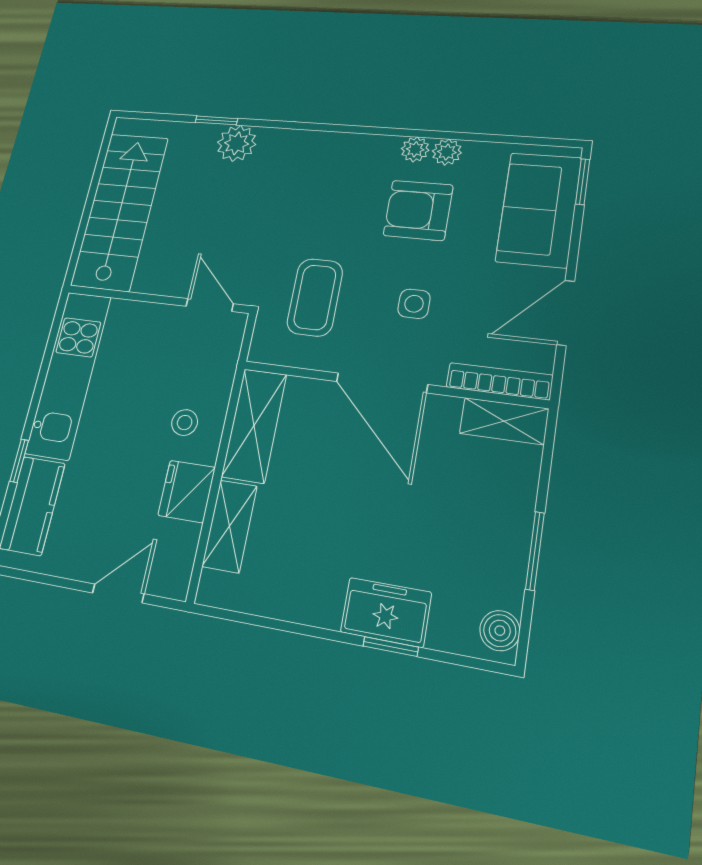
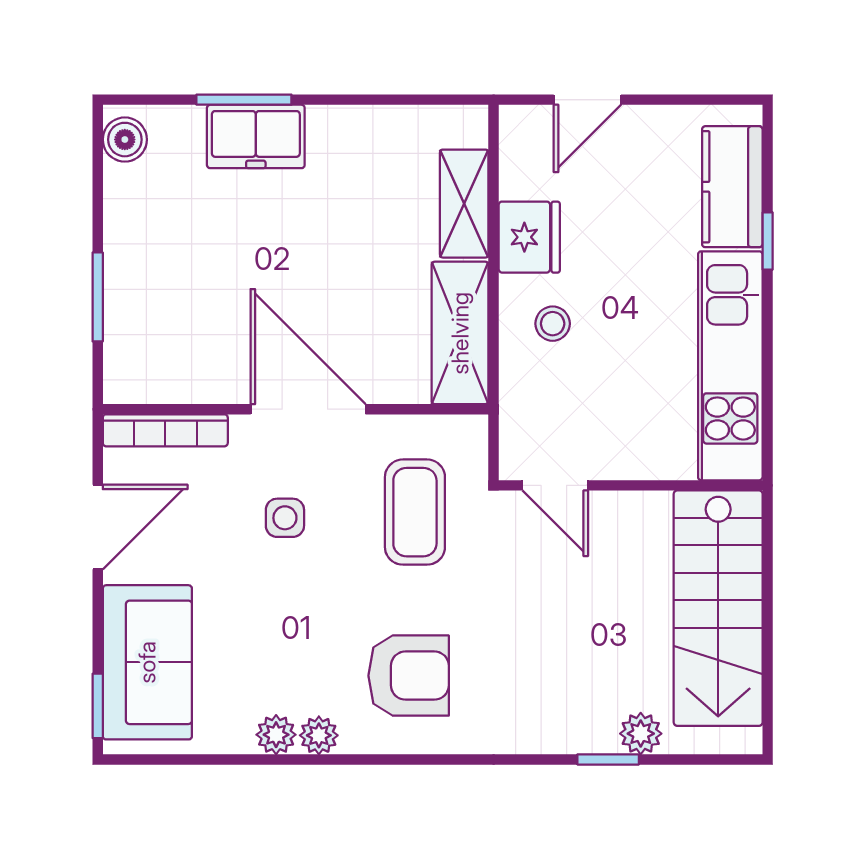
plant: (237, 143) -> (641, 734), moved, width x0.73, depth x0.73
armchair: (418, 210) -> (409, 676), moved
shelving: (504, 421) -> (153, 382), removed
window: (535, 551) -> (98, 297), moved
window: (391, 647) -> (244, 100), width x1.50

